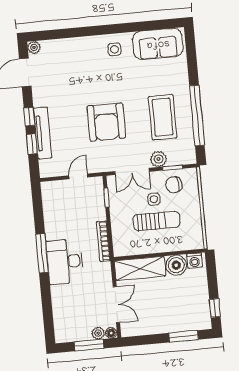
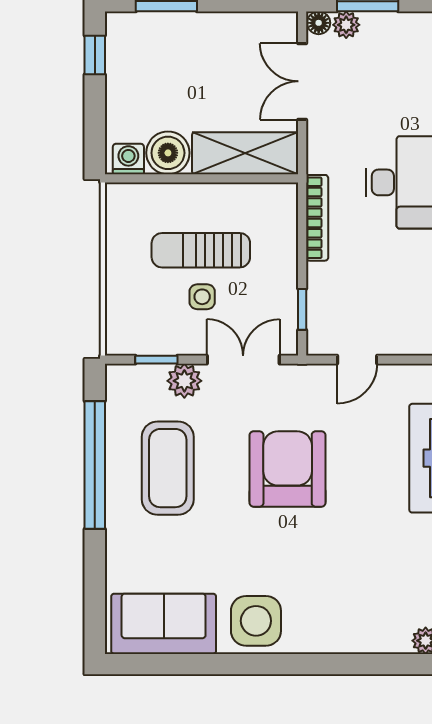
side table: (115, 49) -> (256, 621), width x1.87, depth x1.87
chair: (174, 185) -> (157, 323), removed

